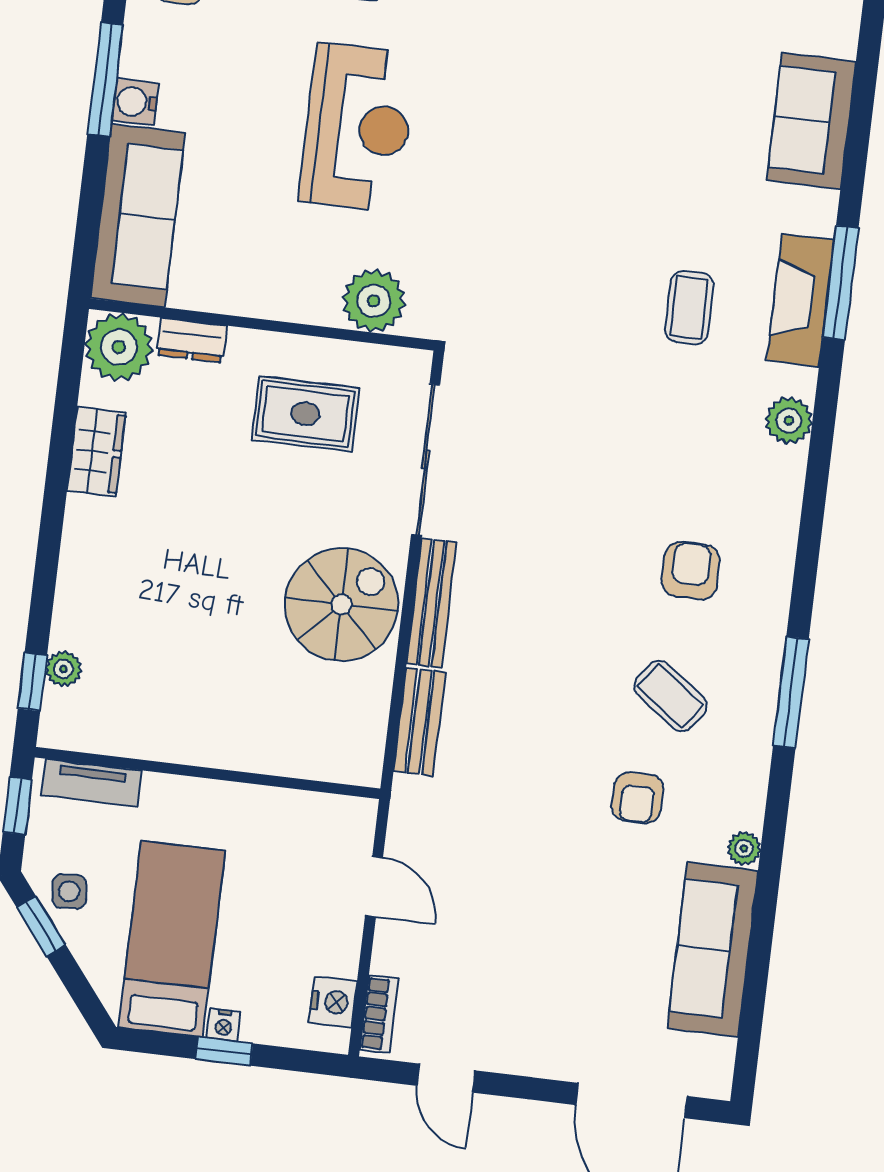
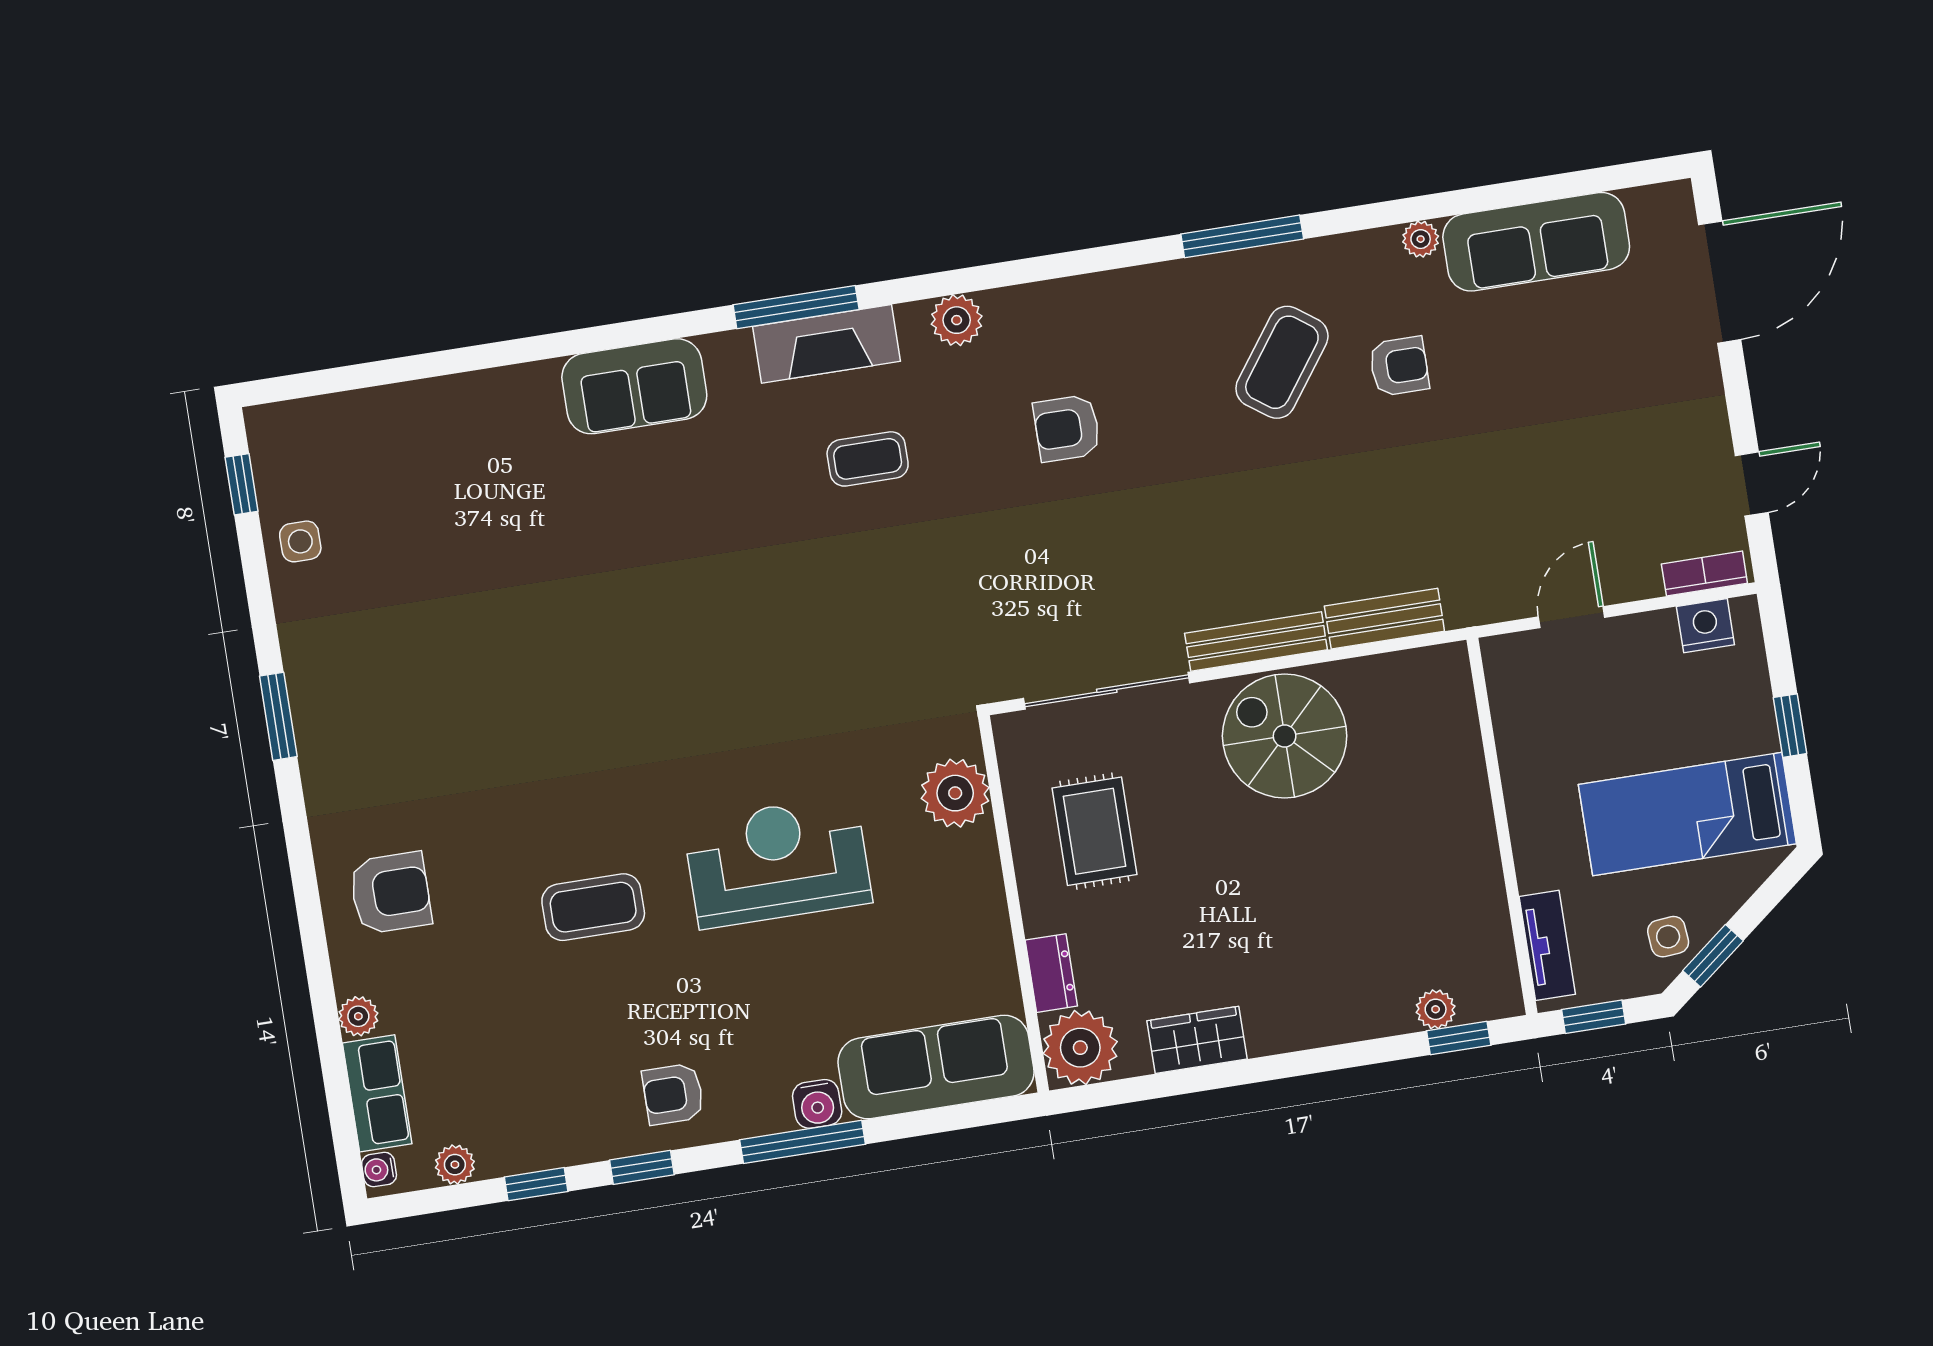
armchair: (691, 571) -> (1067, 428), moved
coffee table: (670, 696) -> (1282, 362), width x1.36, depth x1.30
nightstand: (224, 1025) -> (1763, 734), removed

